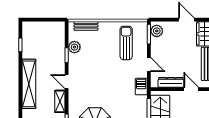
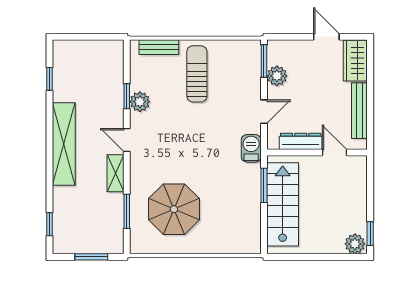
plant: (157, 31) -> (277, 76), moved
sun lounger: (126, 43) -> (197, 74), moved
plant: (74, 47) -> (140, 102), moved
door: (149, 64) -> (264, 112), hinge flipped

